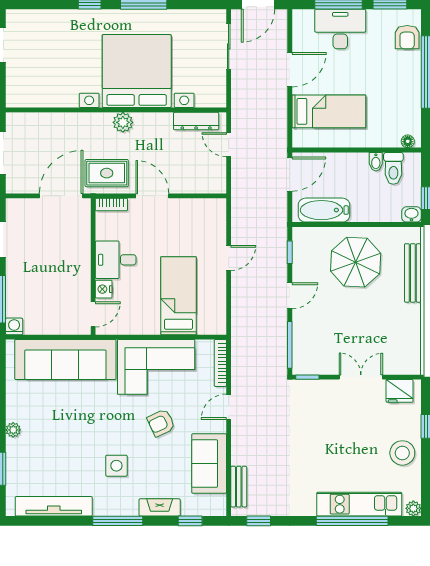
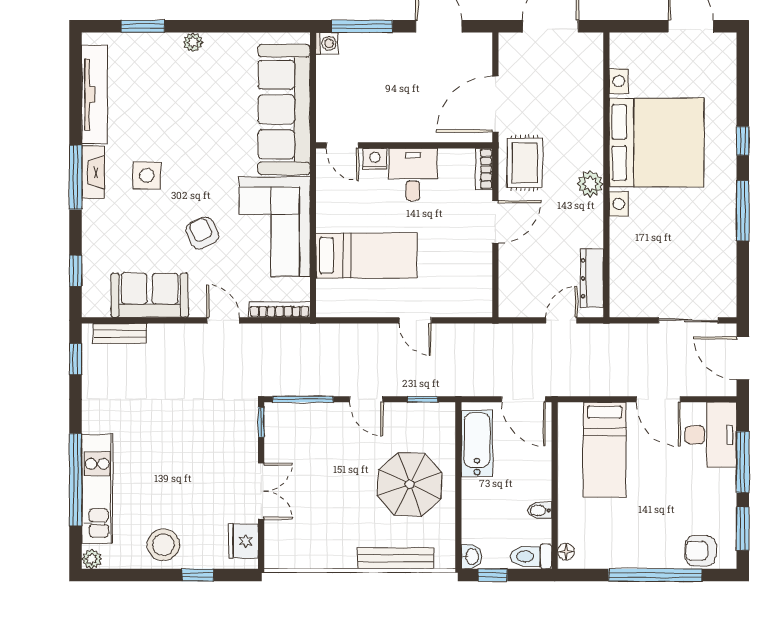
desk: (340, 29) -> (711, 435), moved
bed with nightstands: (137, 71) -> (657, 143), moved
toilet: (393, 168) -> (531, 556), moved
door: (61, 196) -> (495, 104), swing flipped
fireplace: (160, 507) -> (93, 172), moved

